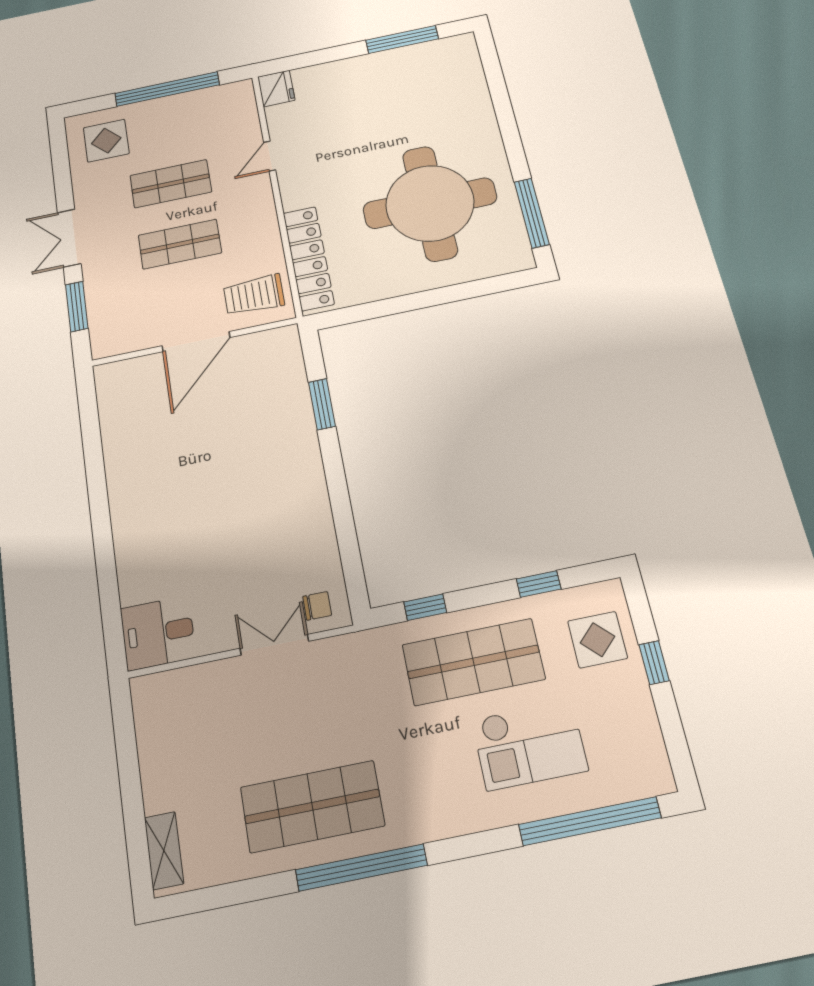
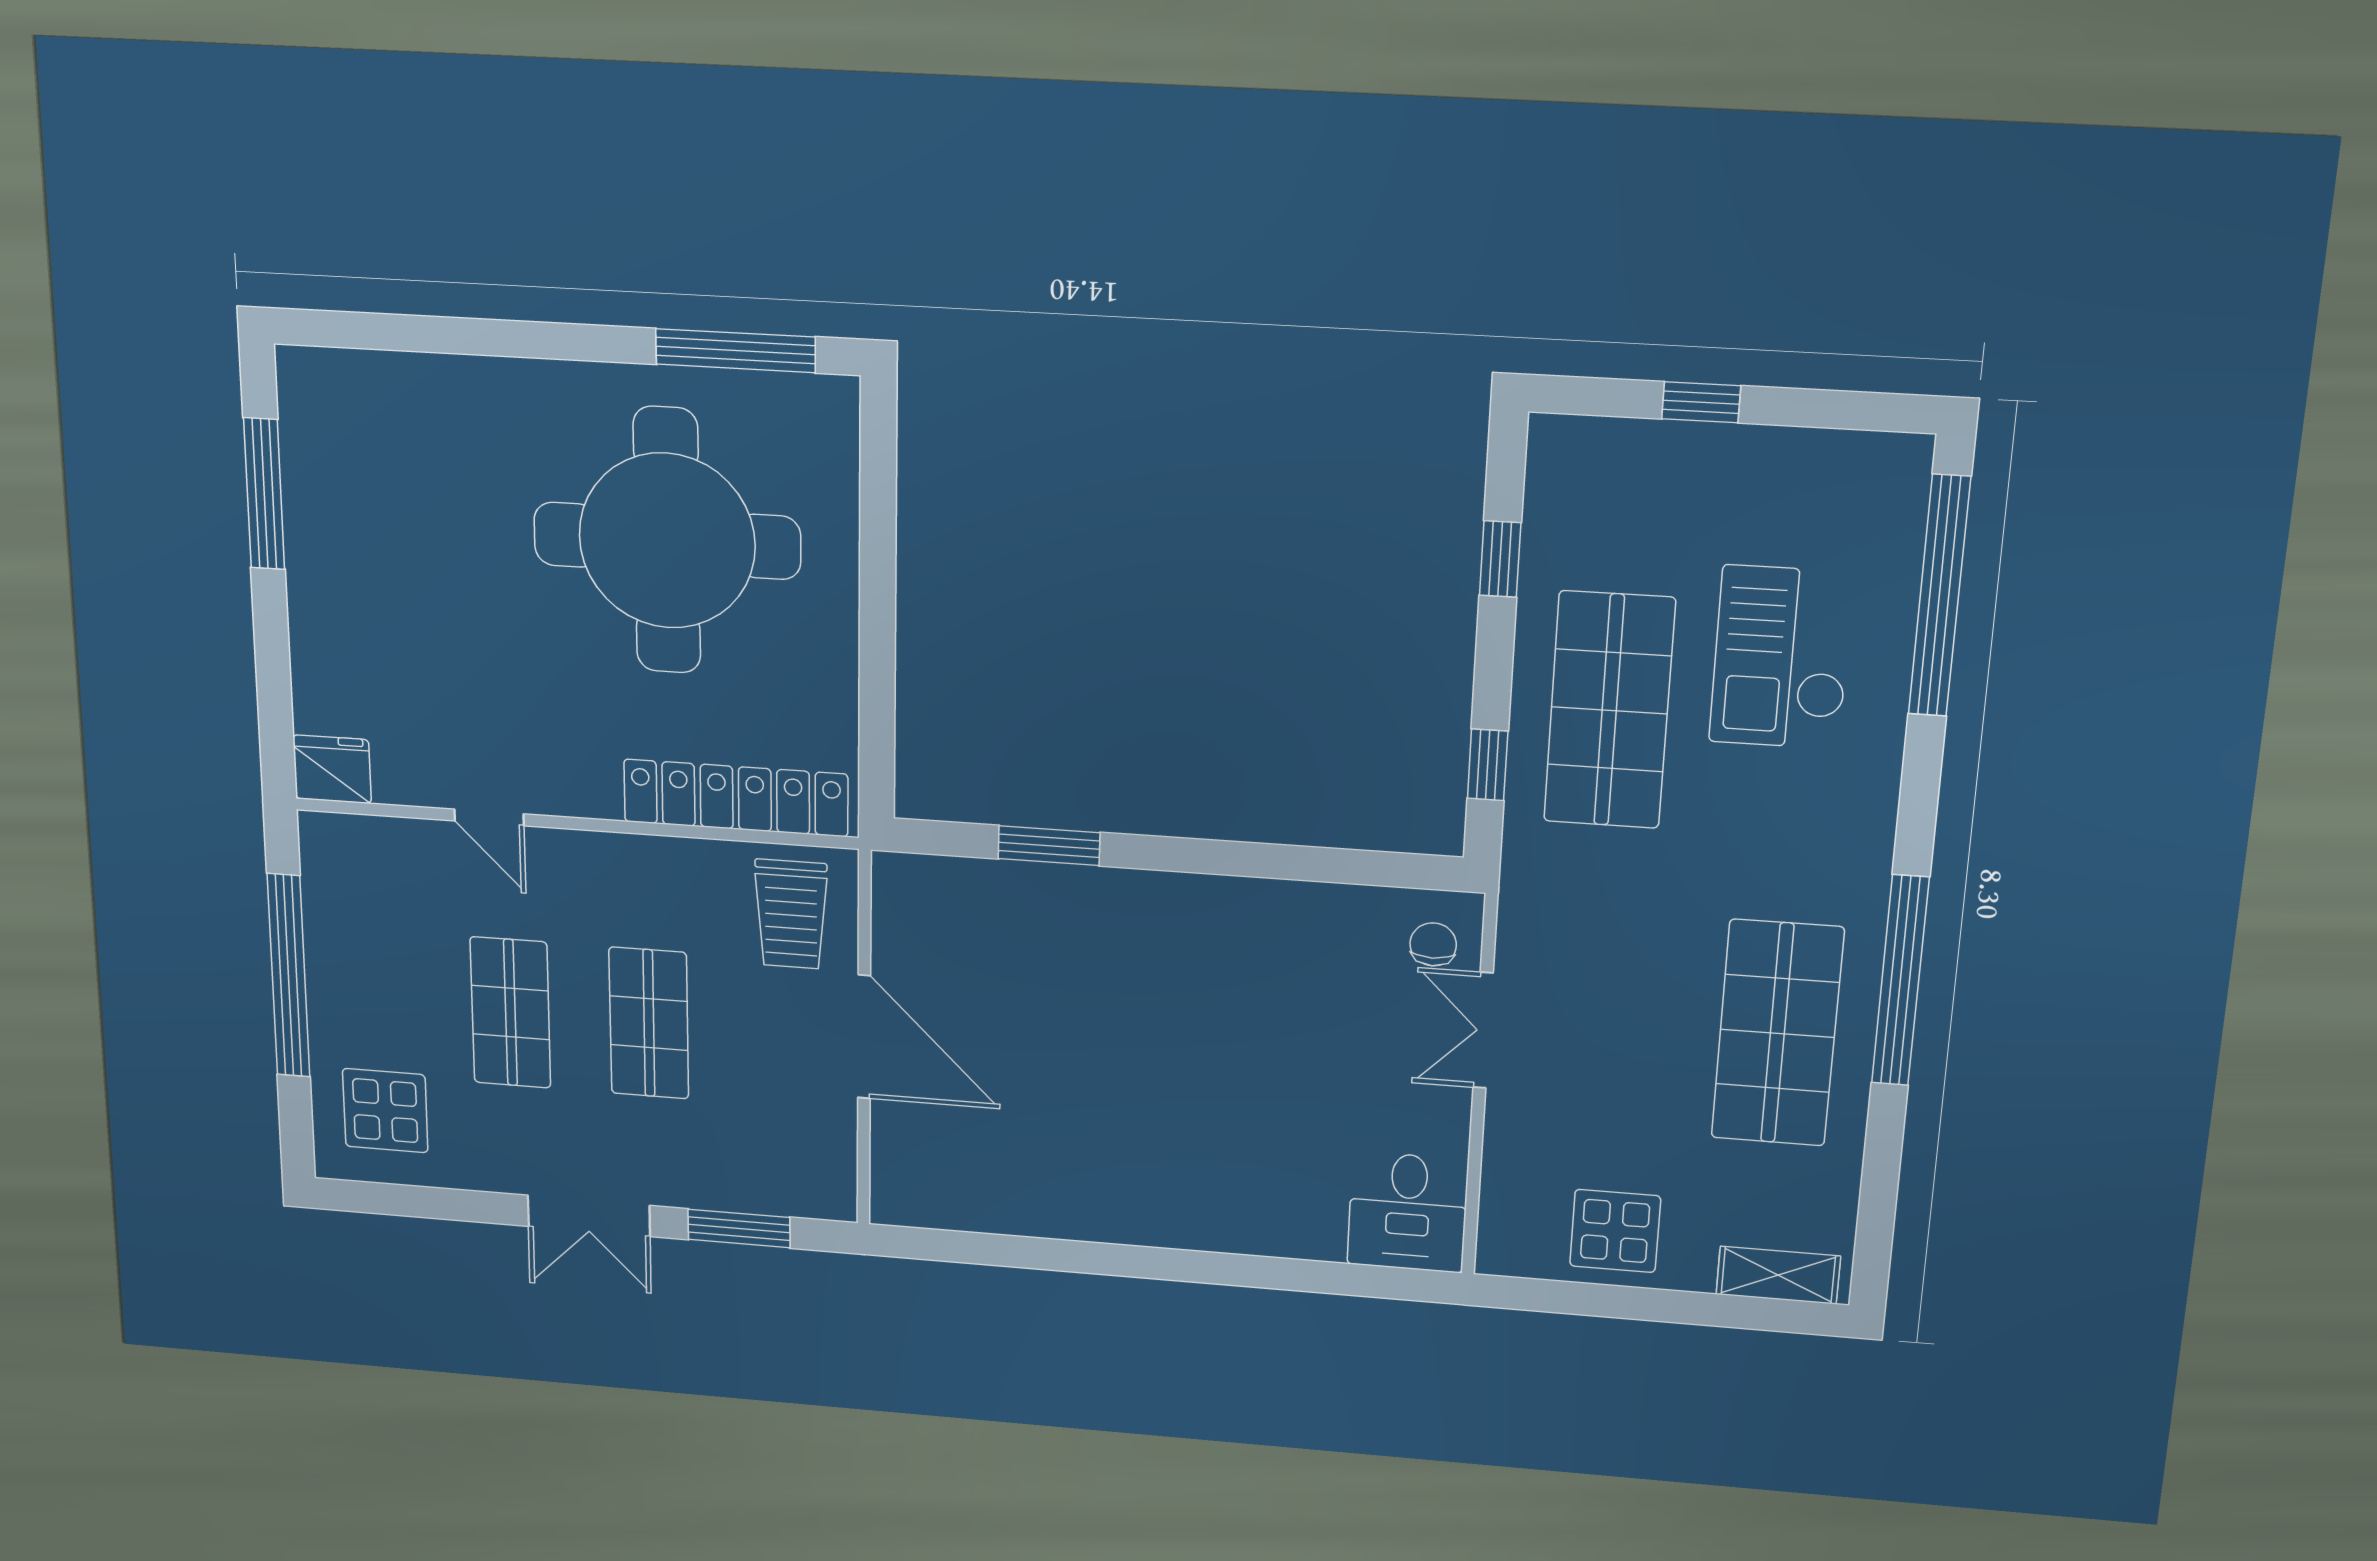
display table: (597, 640) -> (1615, 1231), moved
checkout: (530, 745) -> (1781, 657), turned 180

